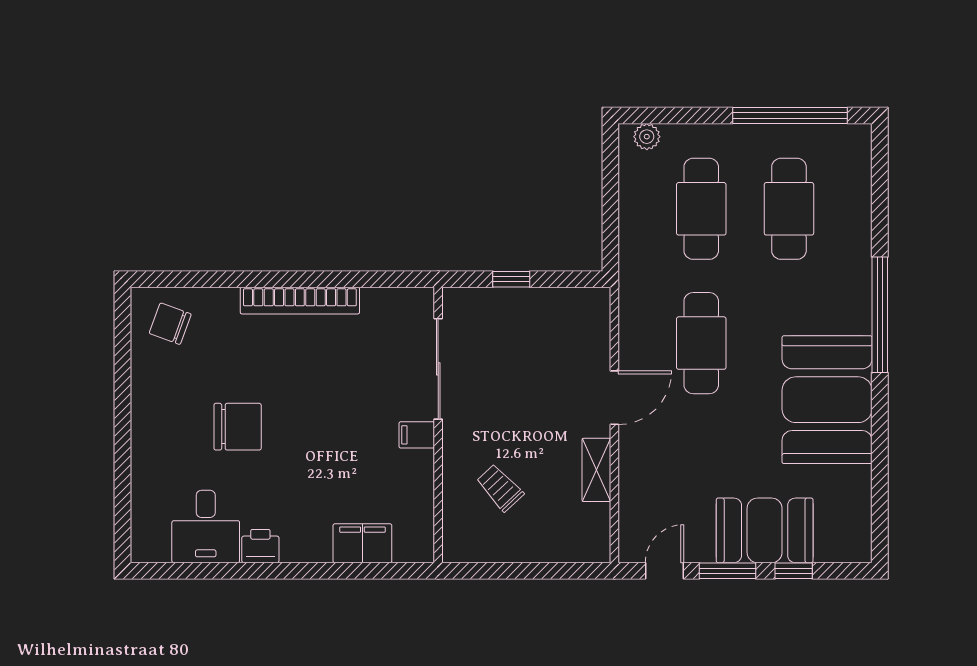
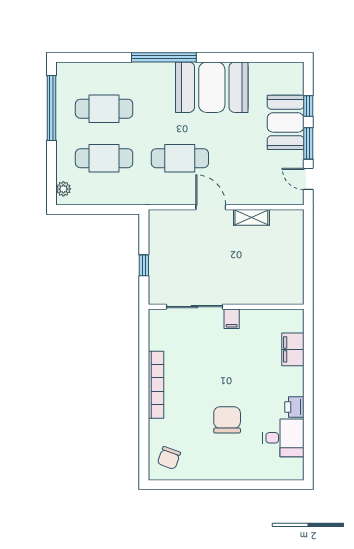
trolley: (500, 488) -> (262, 272), removed

